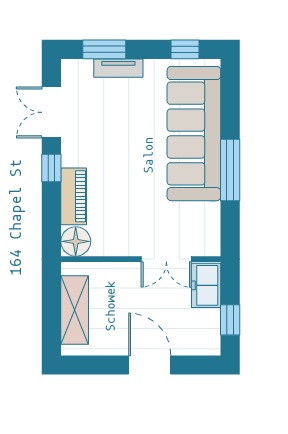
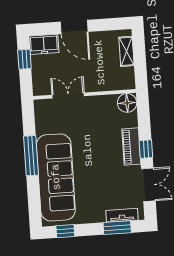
tv unit: (118, 68) -> (122, 215), moved
piano: (74, 196) -> (131, 147), moved
freezer: (206, 285) -> (44, 44), moved, turned 90
shelving: (75, 310) -> (126, 51), width x0.67, depth x0.75

